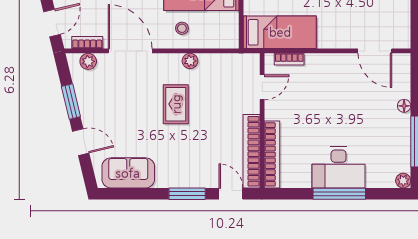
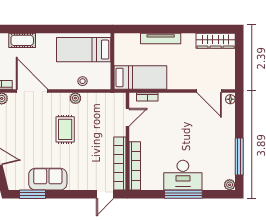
stool: (182, 28) -> (83, 81), moved
floor lamp: (404, 106) -> (230, 99), moved
sofa: (128, 173) -> (48, 179), moved
window: (187, 194) -> (33, 194), moved
door: (231, 194) -> (105, 194), swing flipped

